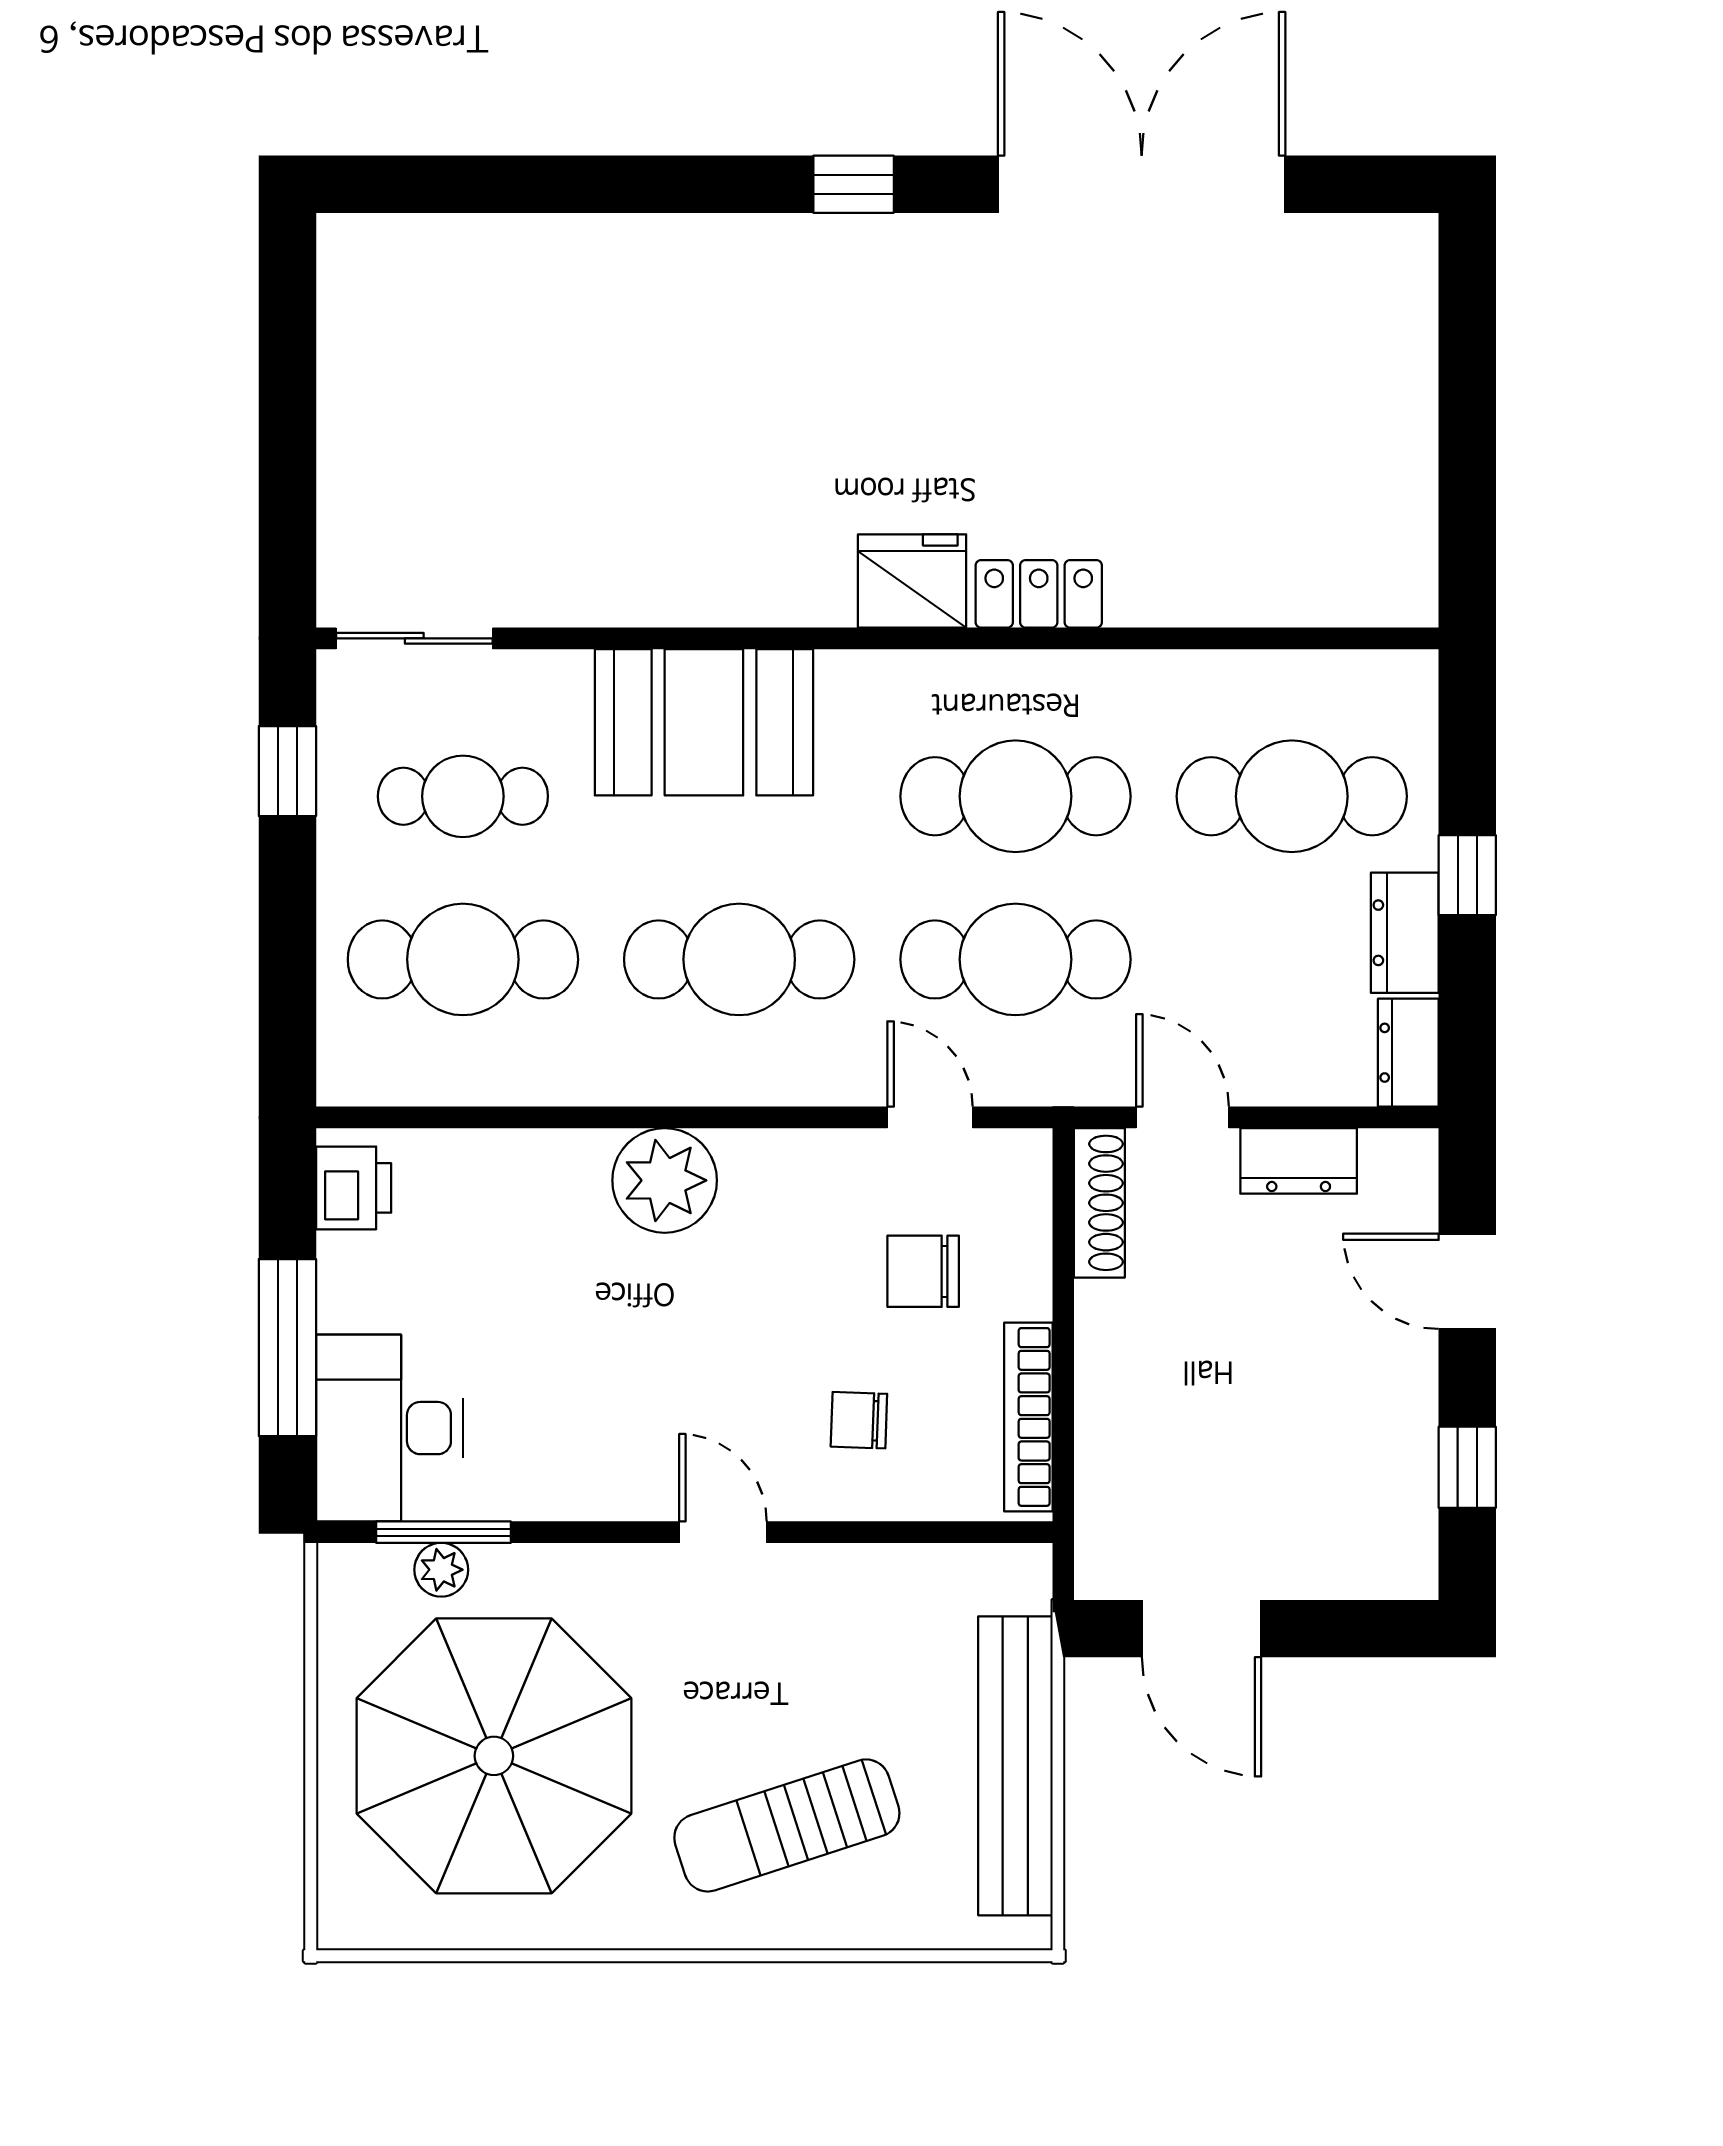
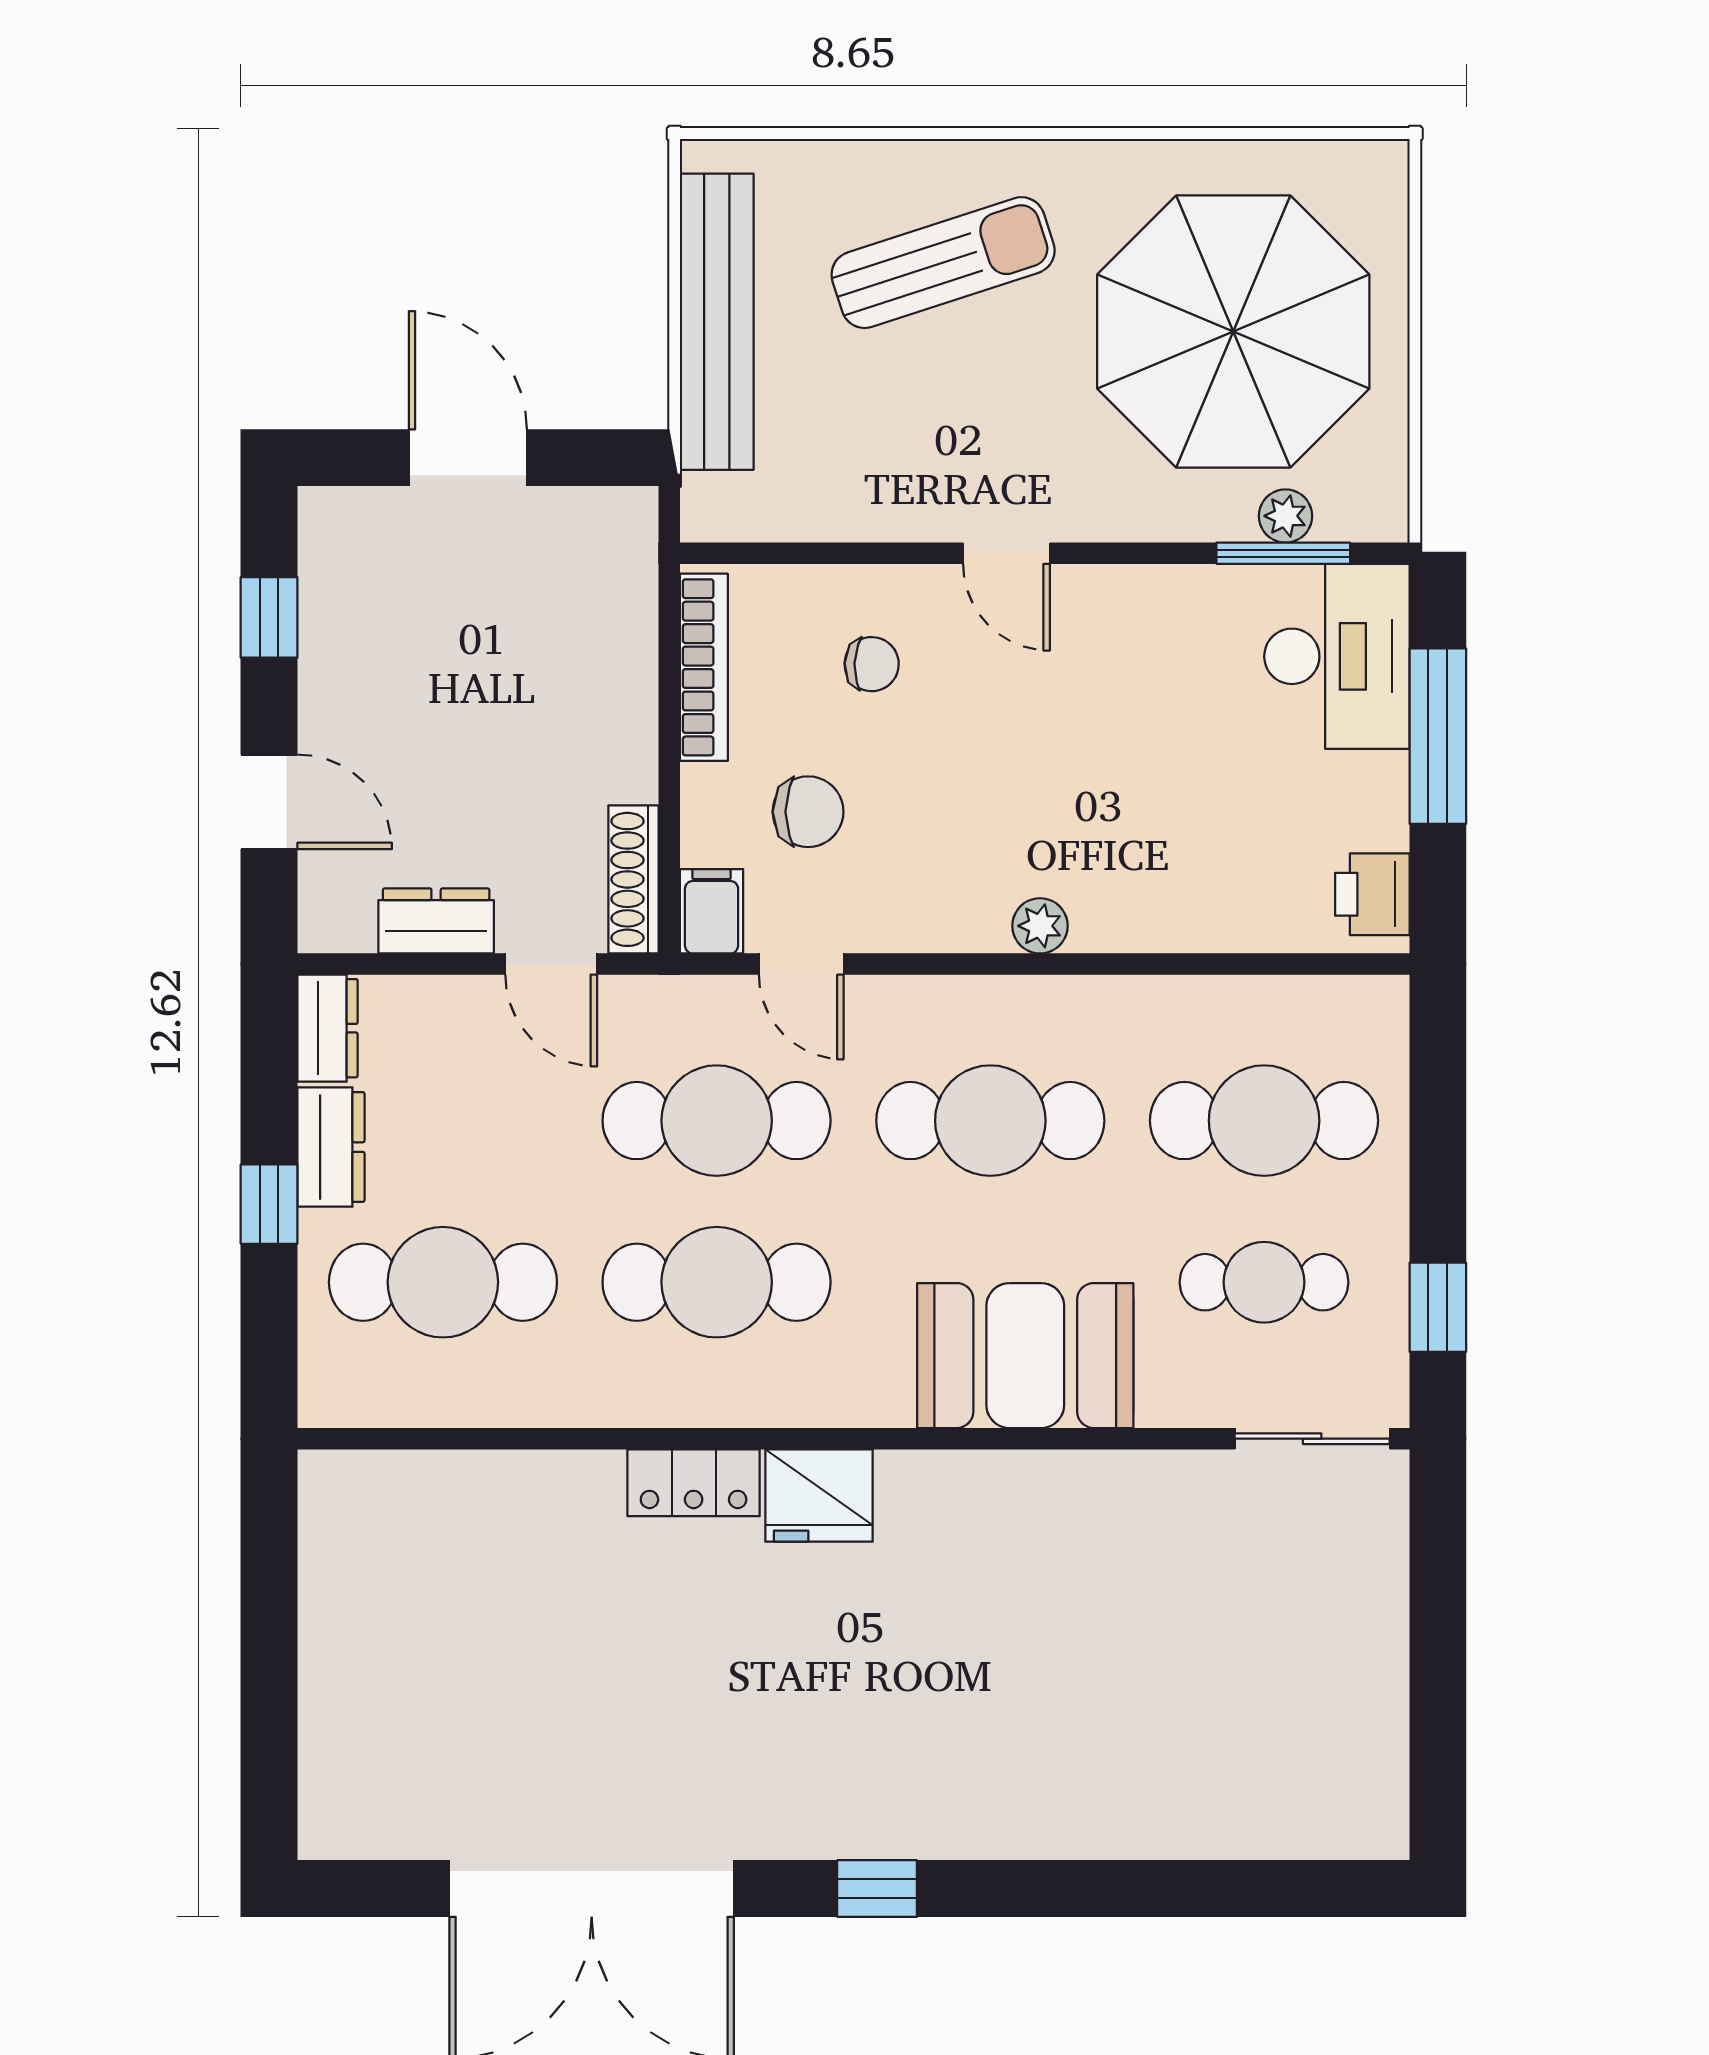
filing cabinet: (1021, 1171) -> (712, 911), added
plant: (665, 1180) -> (1040, 926), width x0.53, depth x0.53
door: (1202, 1629) -> (468, 458), moved

